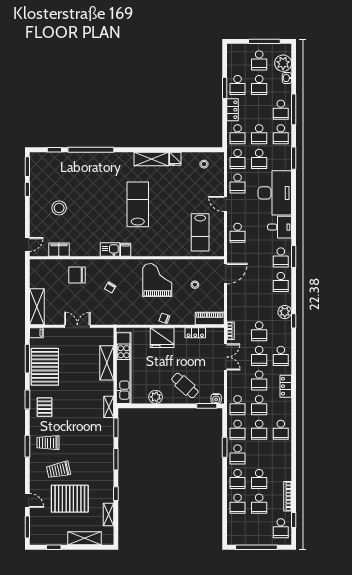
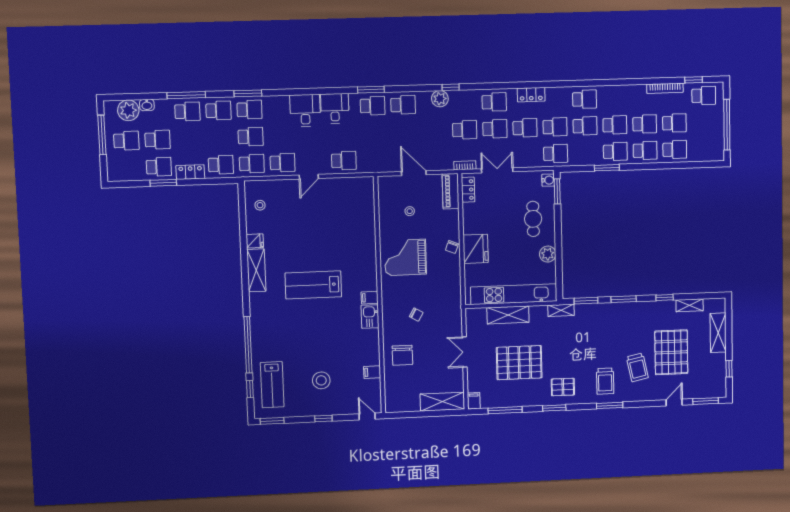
school desk: (259, 134) -> (249, 110), moved
window: (27, 189) -> (323, 418), moved
desk: (275, 193) -> (305, 111), width x0.53, depth x0.77
lab bench: (200, 232) -> (272, 385), moved, turned 90
filing cabinet: (59, 250) -> (372, 372), width x0.50
door: (226, 274) -> (414, 173), moved
locker: (195, 333) -> (468, 190), moved
pallet: (45, 367) -> (519, 363), moved
cafe table: (185, 385) -> (533, 219), turned -42
school desk: (238, 430) -> (615, 125), moved

